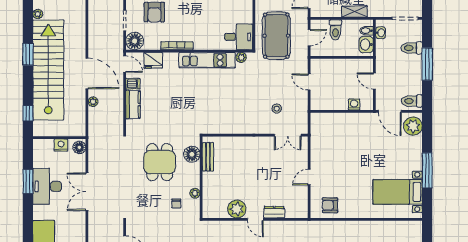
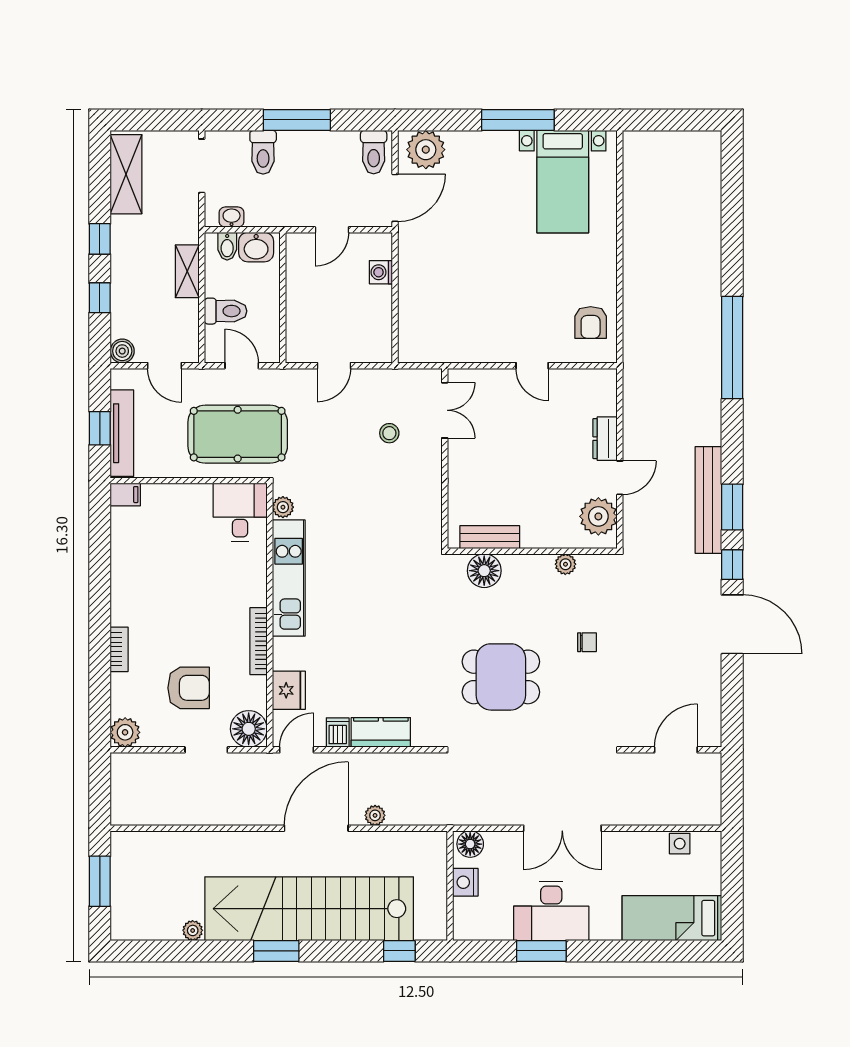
floor lamp: (192, 154) -> (484, 571), moved
bench: (208, 157) -> (490, 537), moved
wall: (201, 177) -> (532, 551), moved
plant: (195, 193) -> (565, 564), moved

